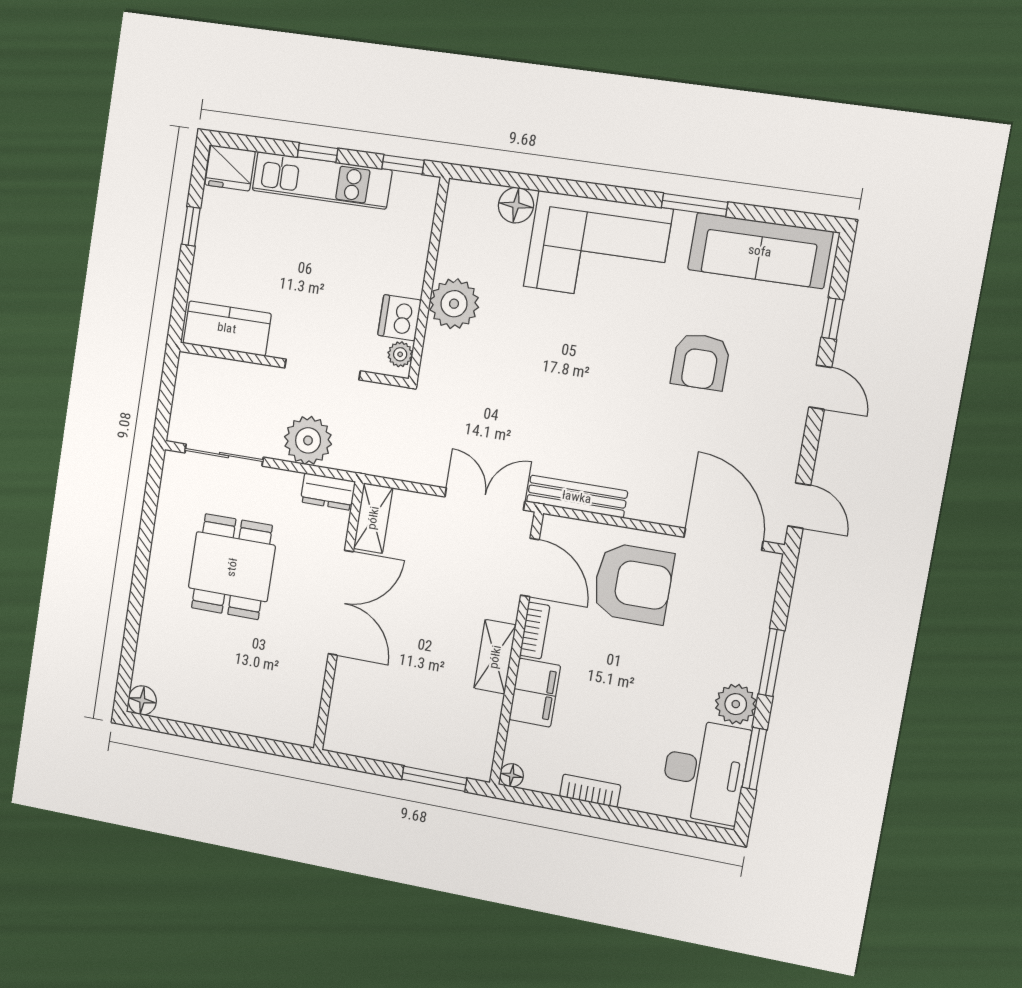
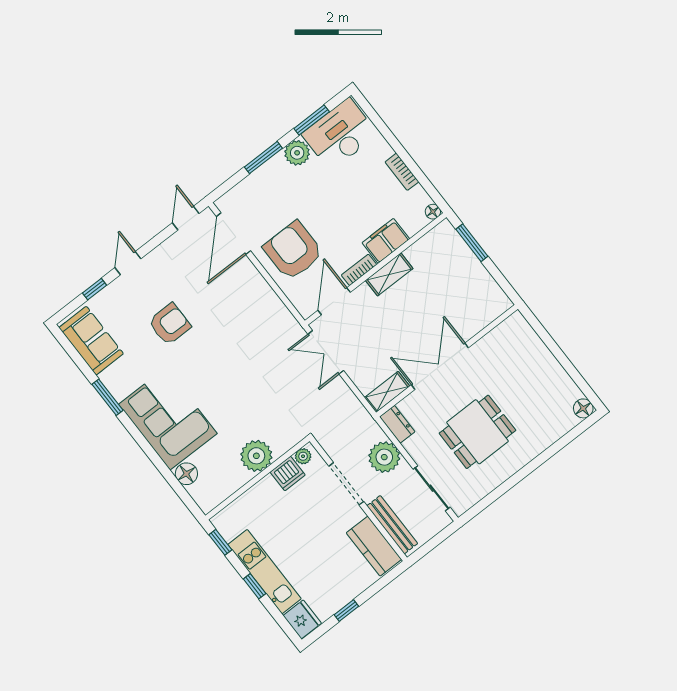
sofa: (760, 251) -> (91, 341), width x0.73
bench: (577, 497) -> (392, 525), moved

